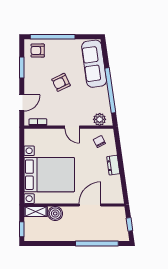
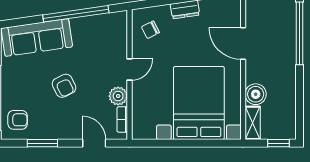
armchair: (38, 51) -> (18, 120), turned -90
plant: (100, 119) -> (118, 96), moved

